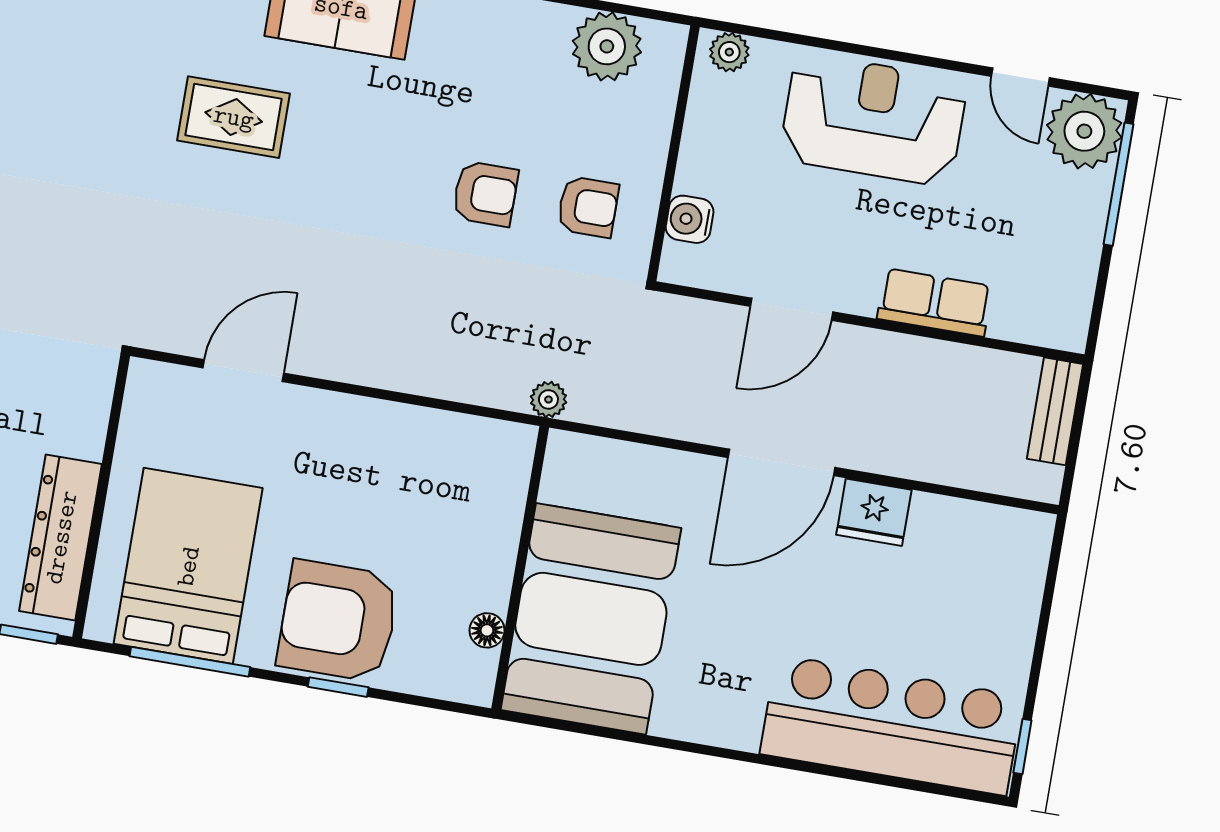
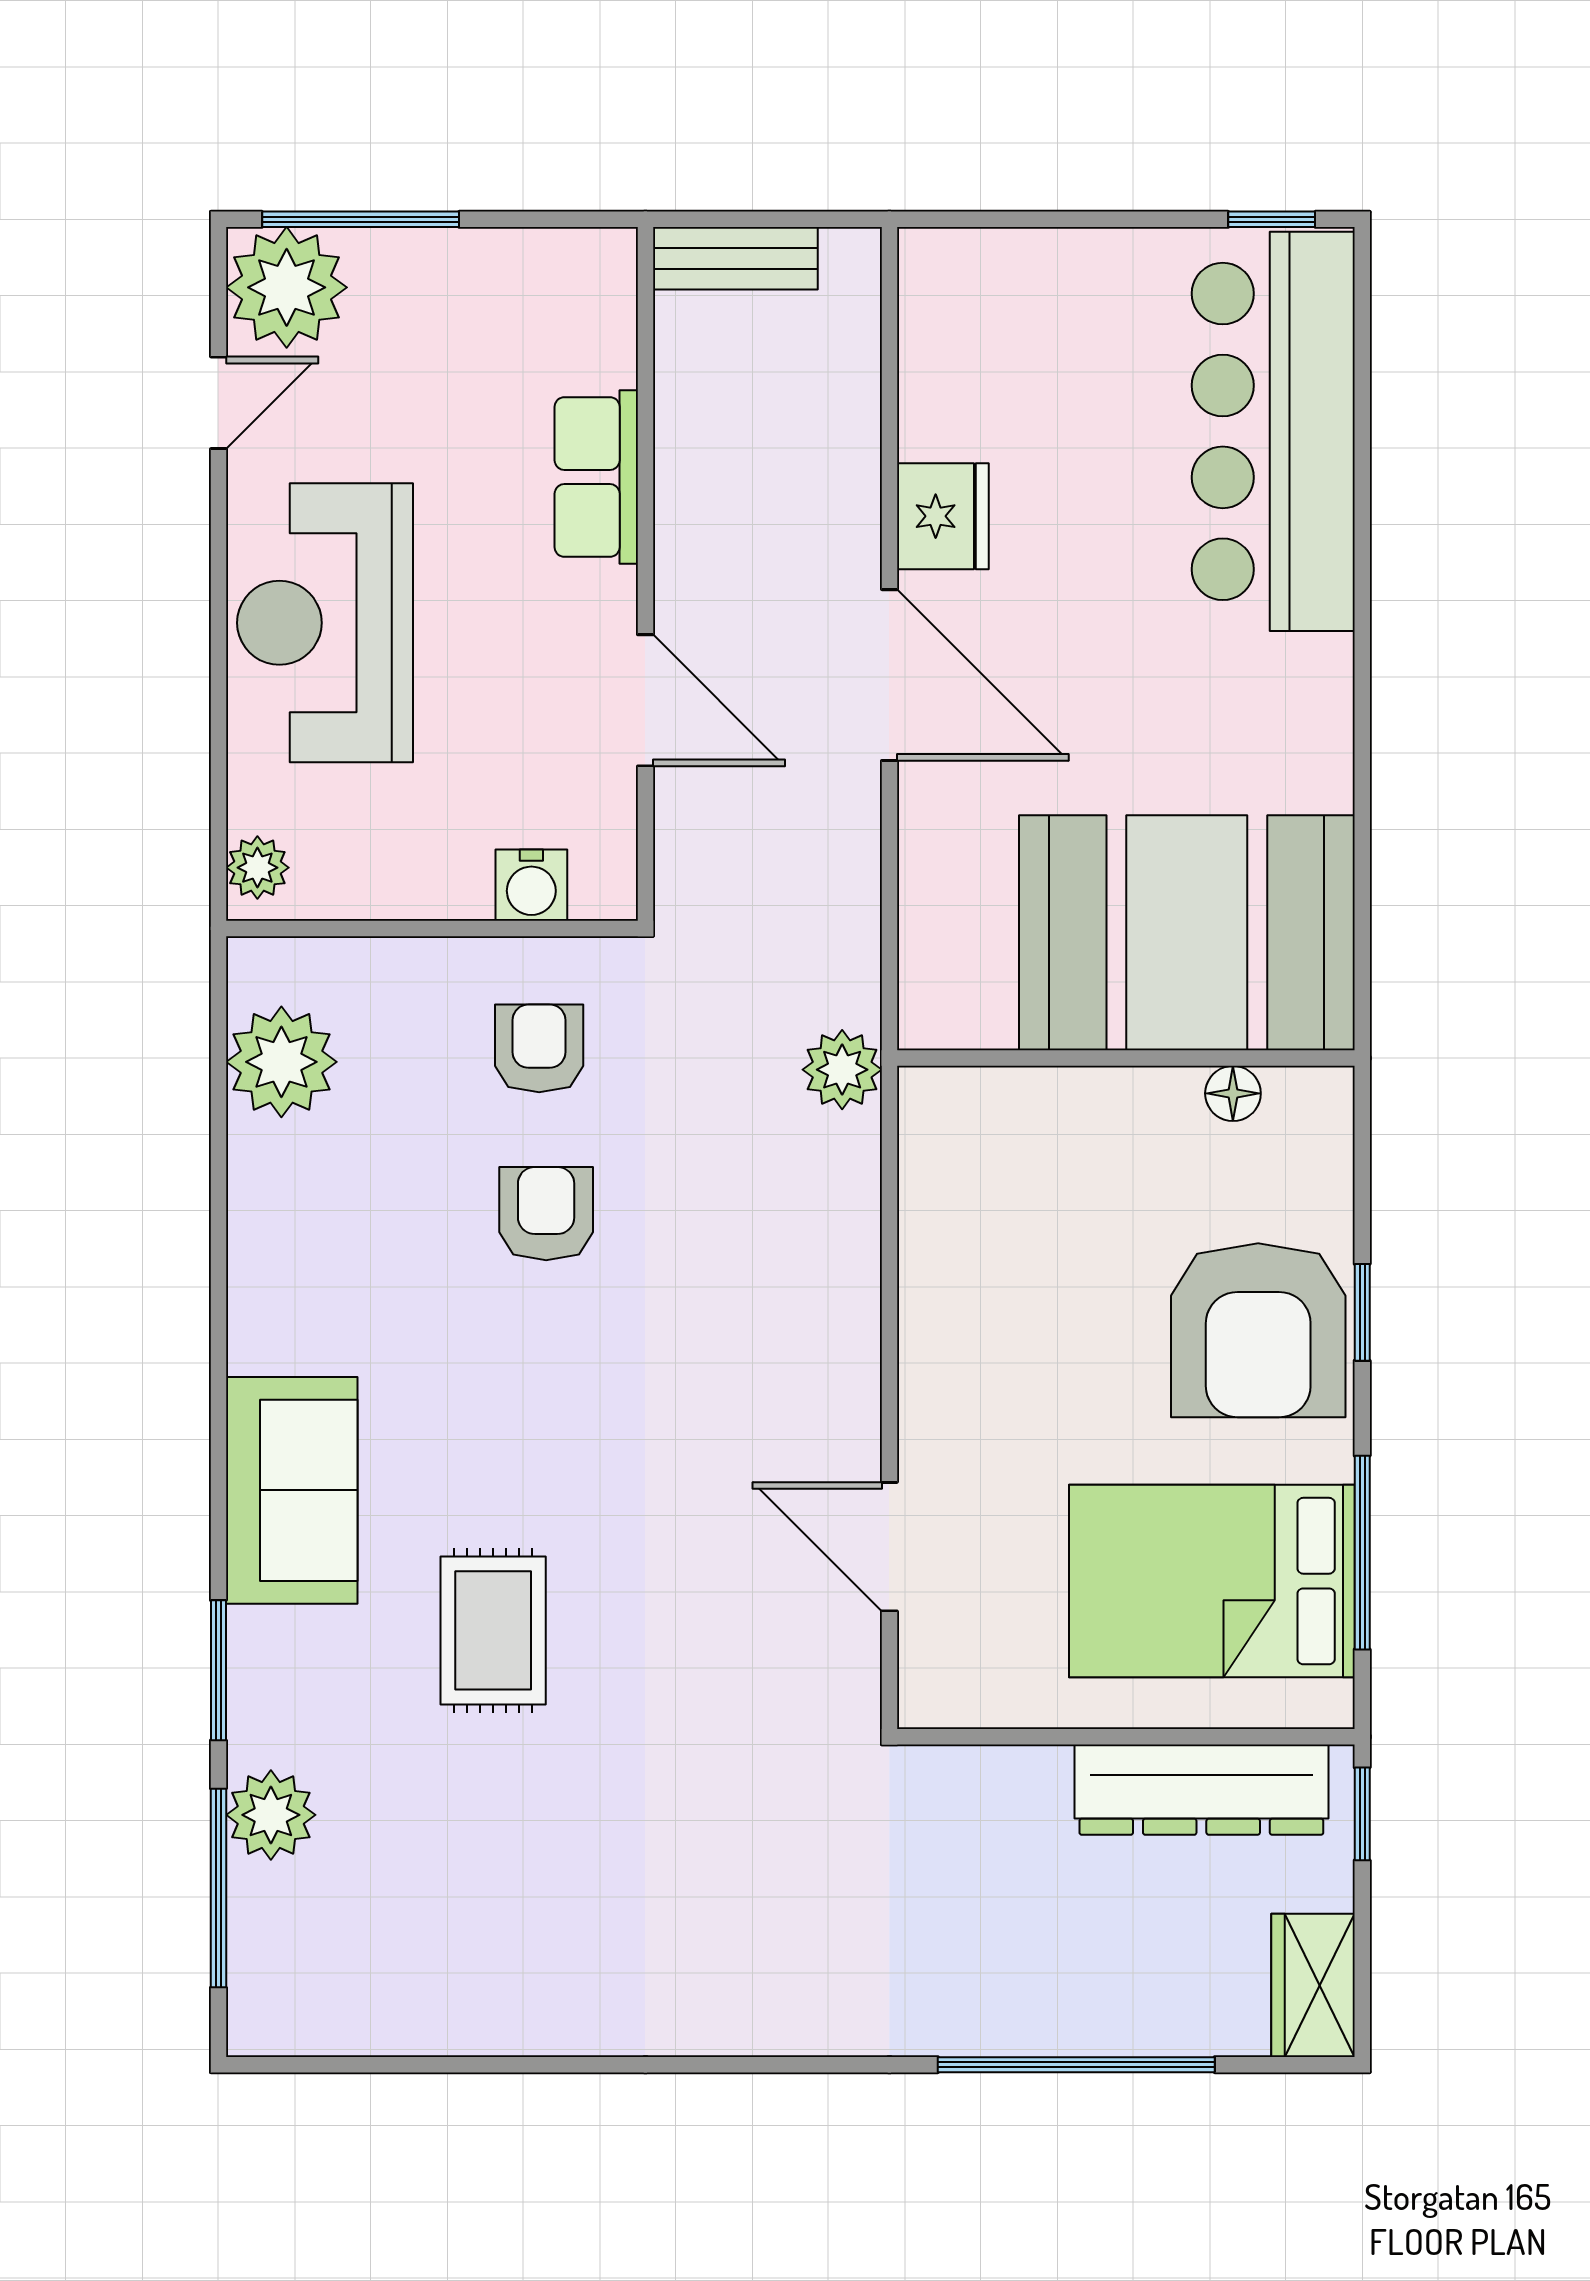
plant: (548, 399) -> (842, 1070), width x1.38, depth x1.38

